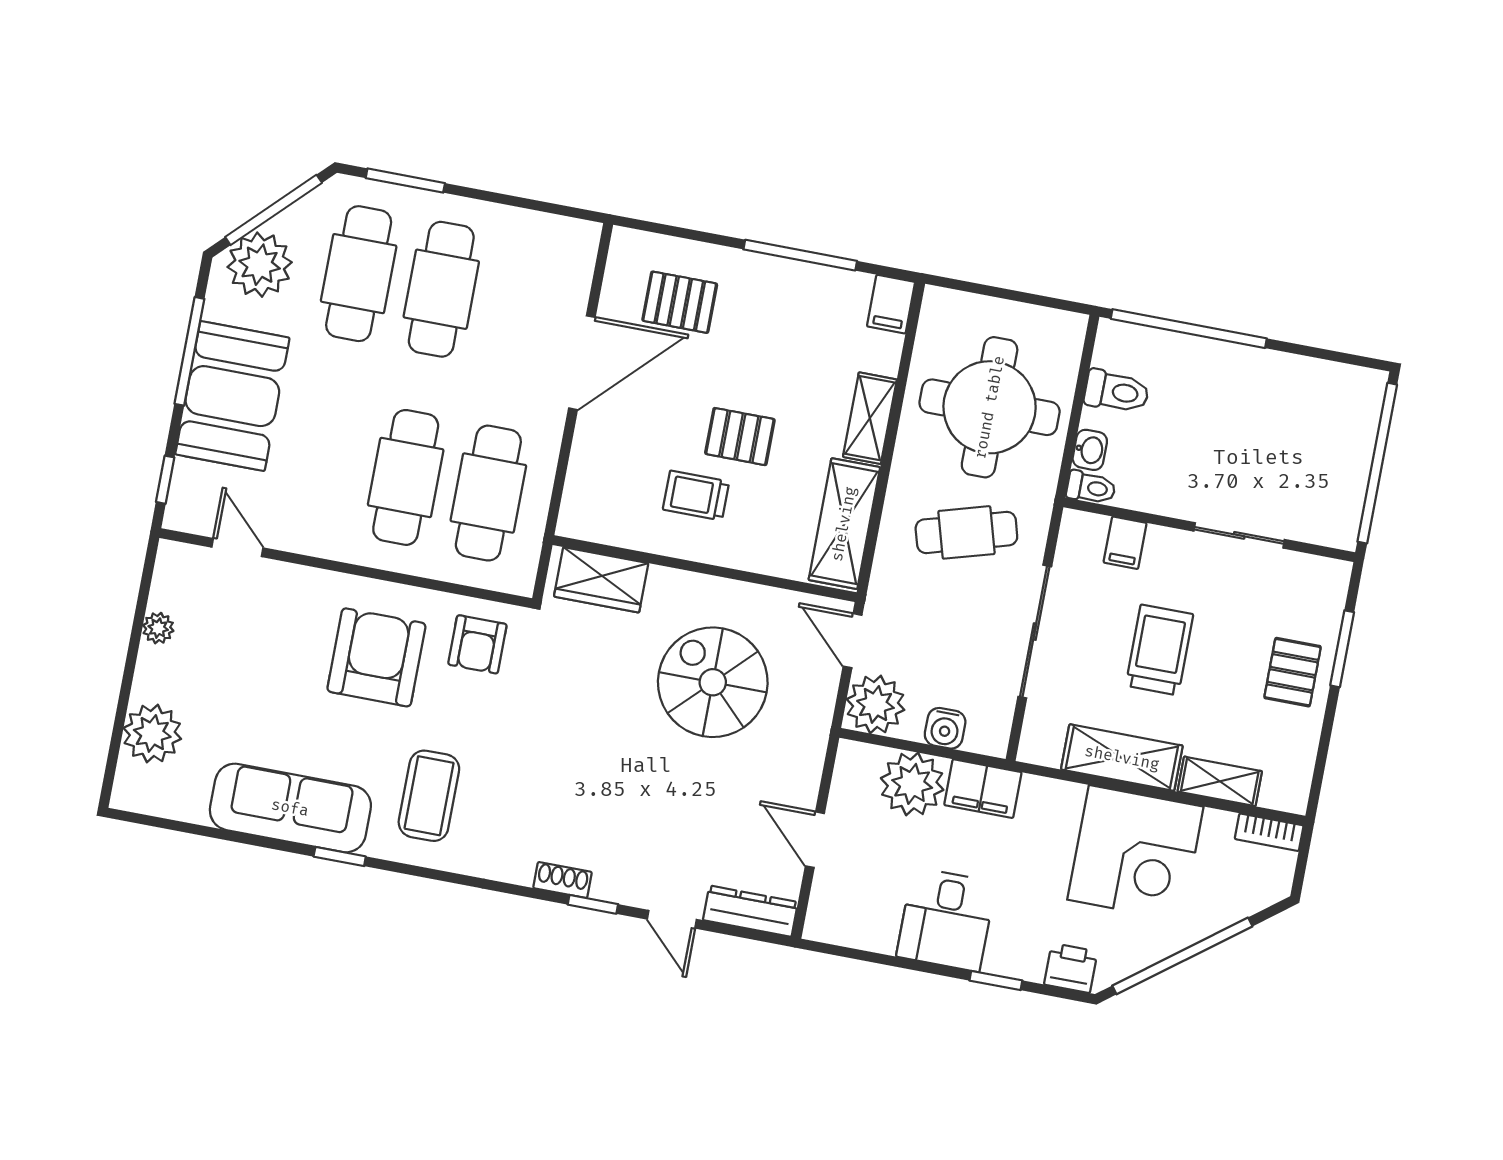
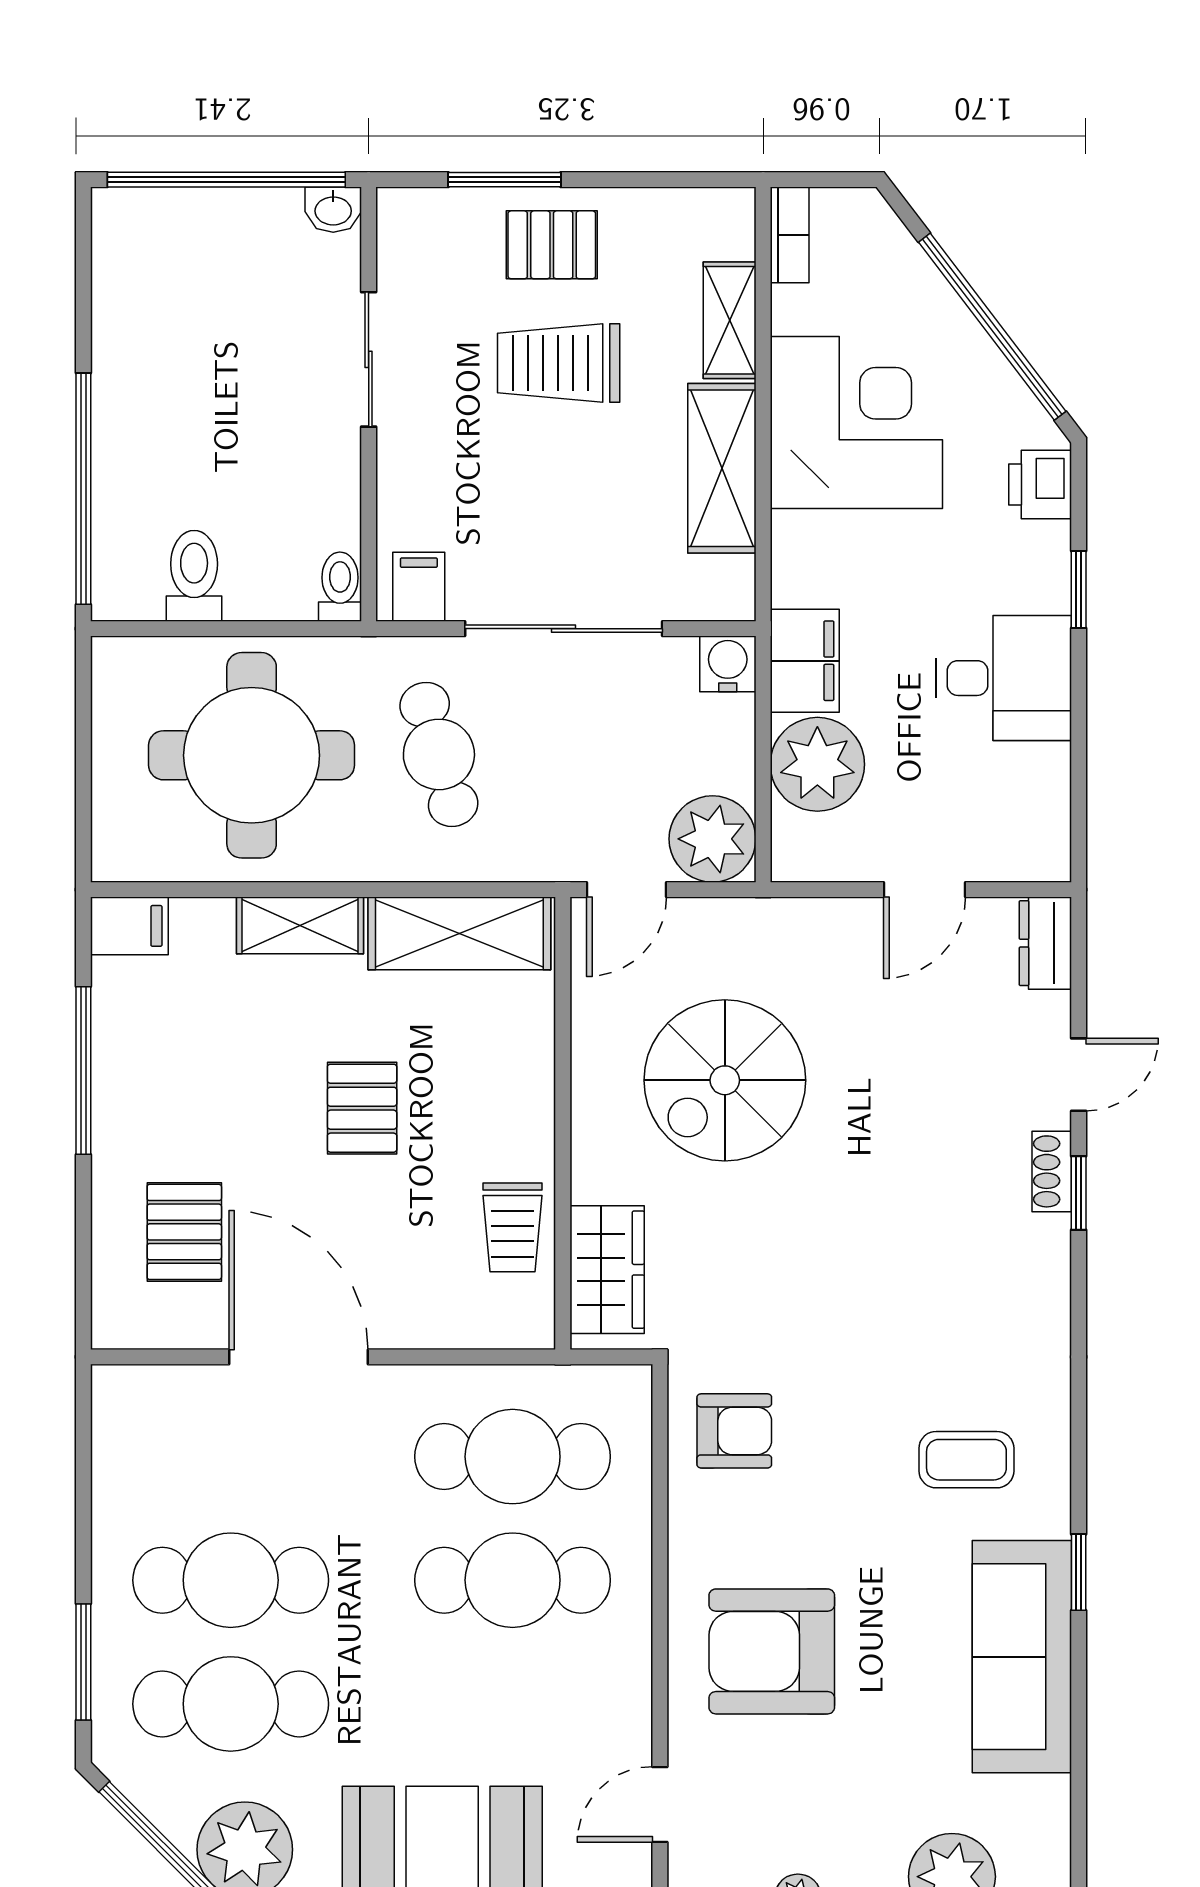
washbasin: (1090, 450) -> (333, 210), moved, turned 180
trolley: (696, 496) -> (513, 1227), moved
filing cabinet: (1125, 543) -> (419, 587), moved, turned -90
trolley: (1159, 650) -> (559, 363), moved
armchair: (376, 657) -> (772, 1651), moved
water cooler: (945, 728) -> (728, 664), moved, turned -90
coffee table: (429, 796) -> (966, 1460), width x0.73, depth x0.77
shoe rack: (563, 880) -> (1052, 1171), moved
dresser: (750, 911) -> (1045, 943), width x0.70

